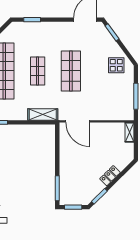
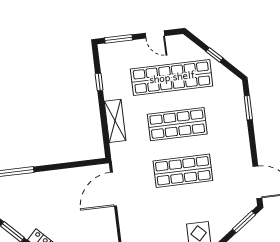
shop shelf: (38, 71) -> (177, 124), width x1.43, depth x1.36
shelving: (43, 114) -> (115, 121), moved

